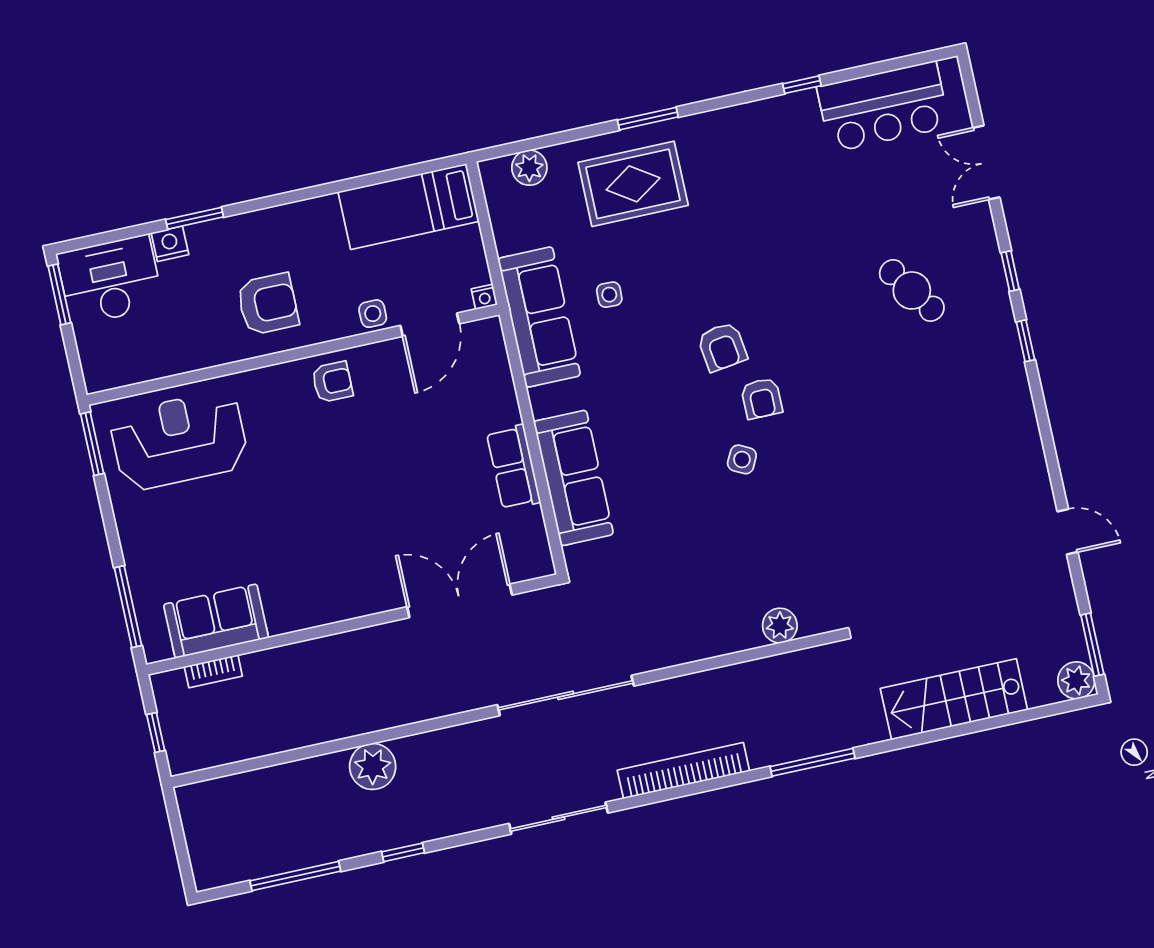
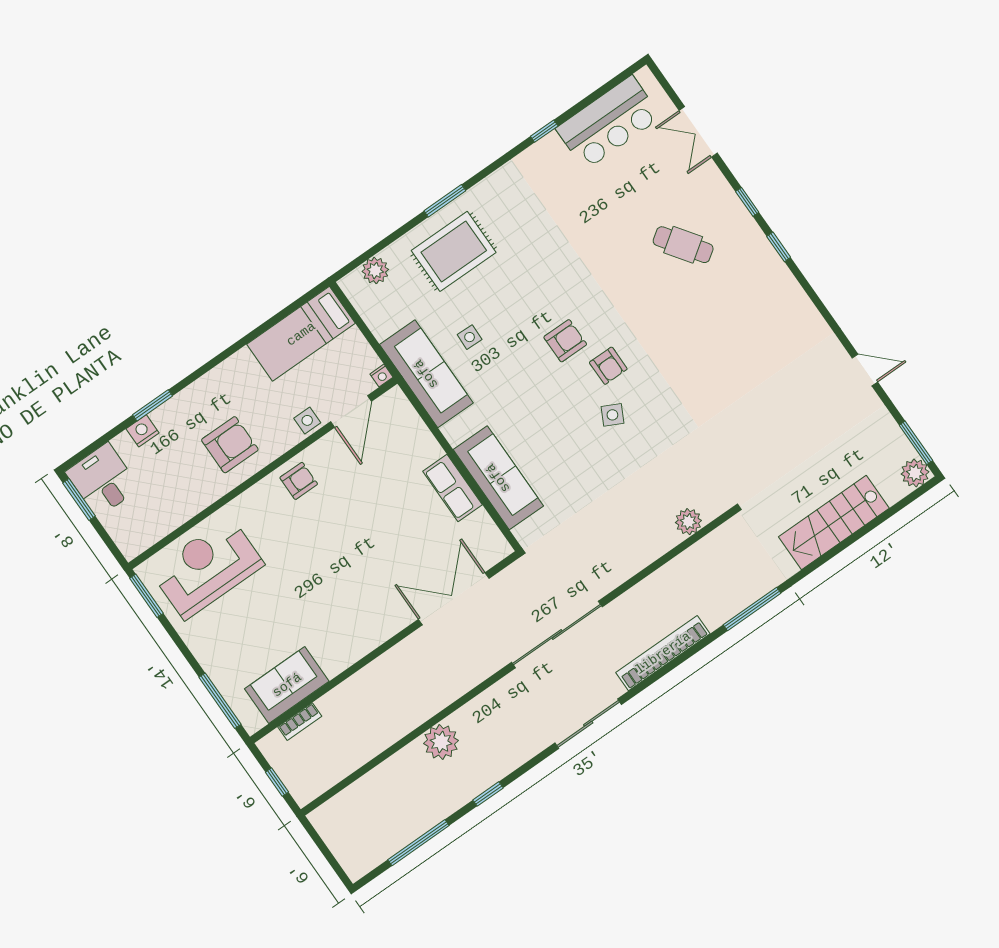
desk: (110, 280) -> (103, 480), width x0.73
armchair: (722, 347) -> (565, 341), turned -82

